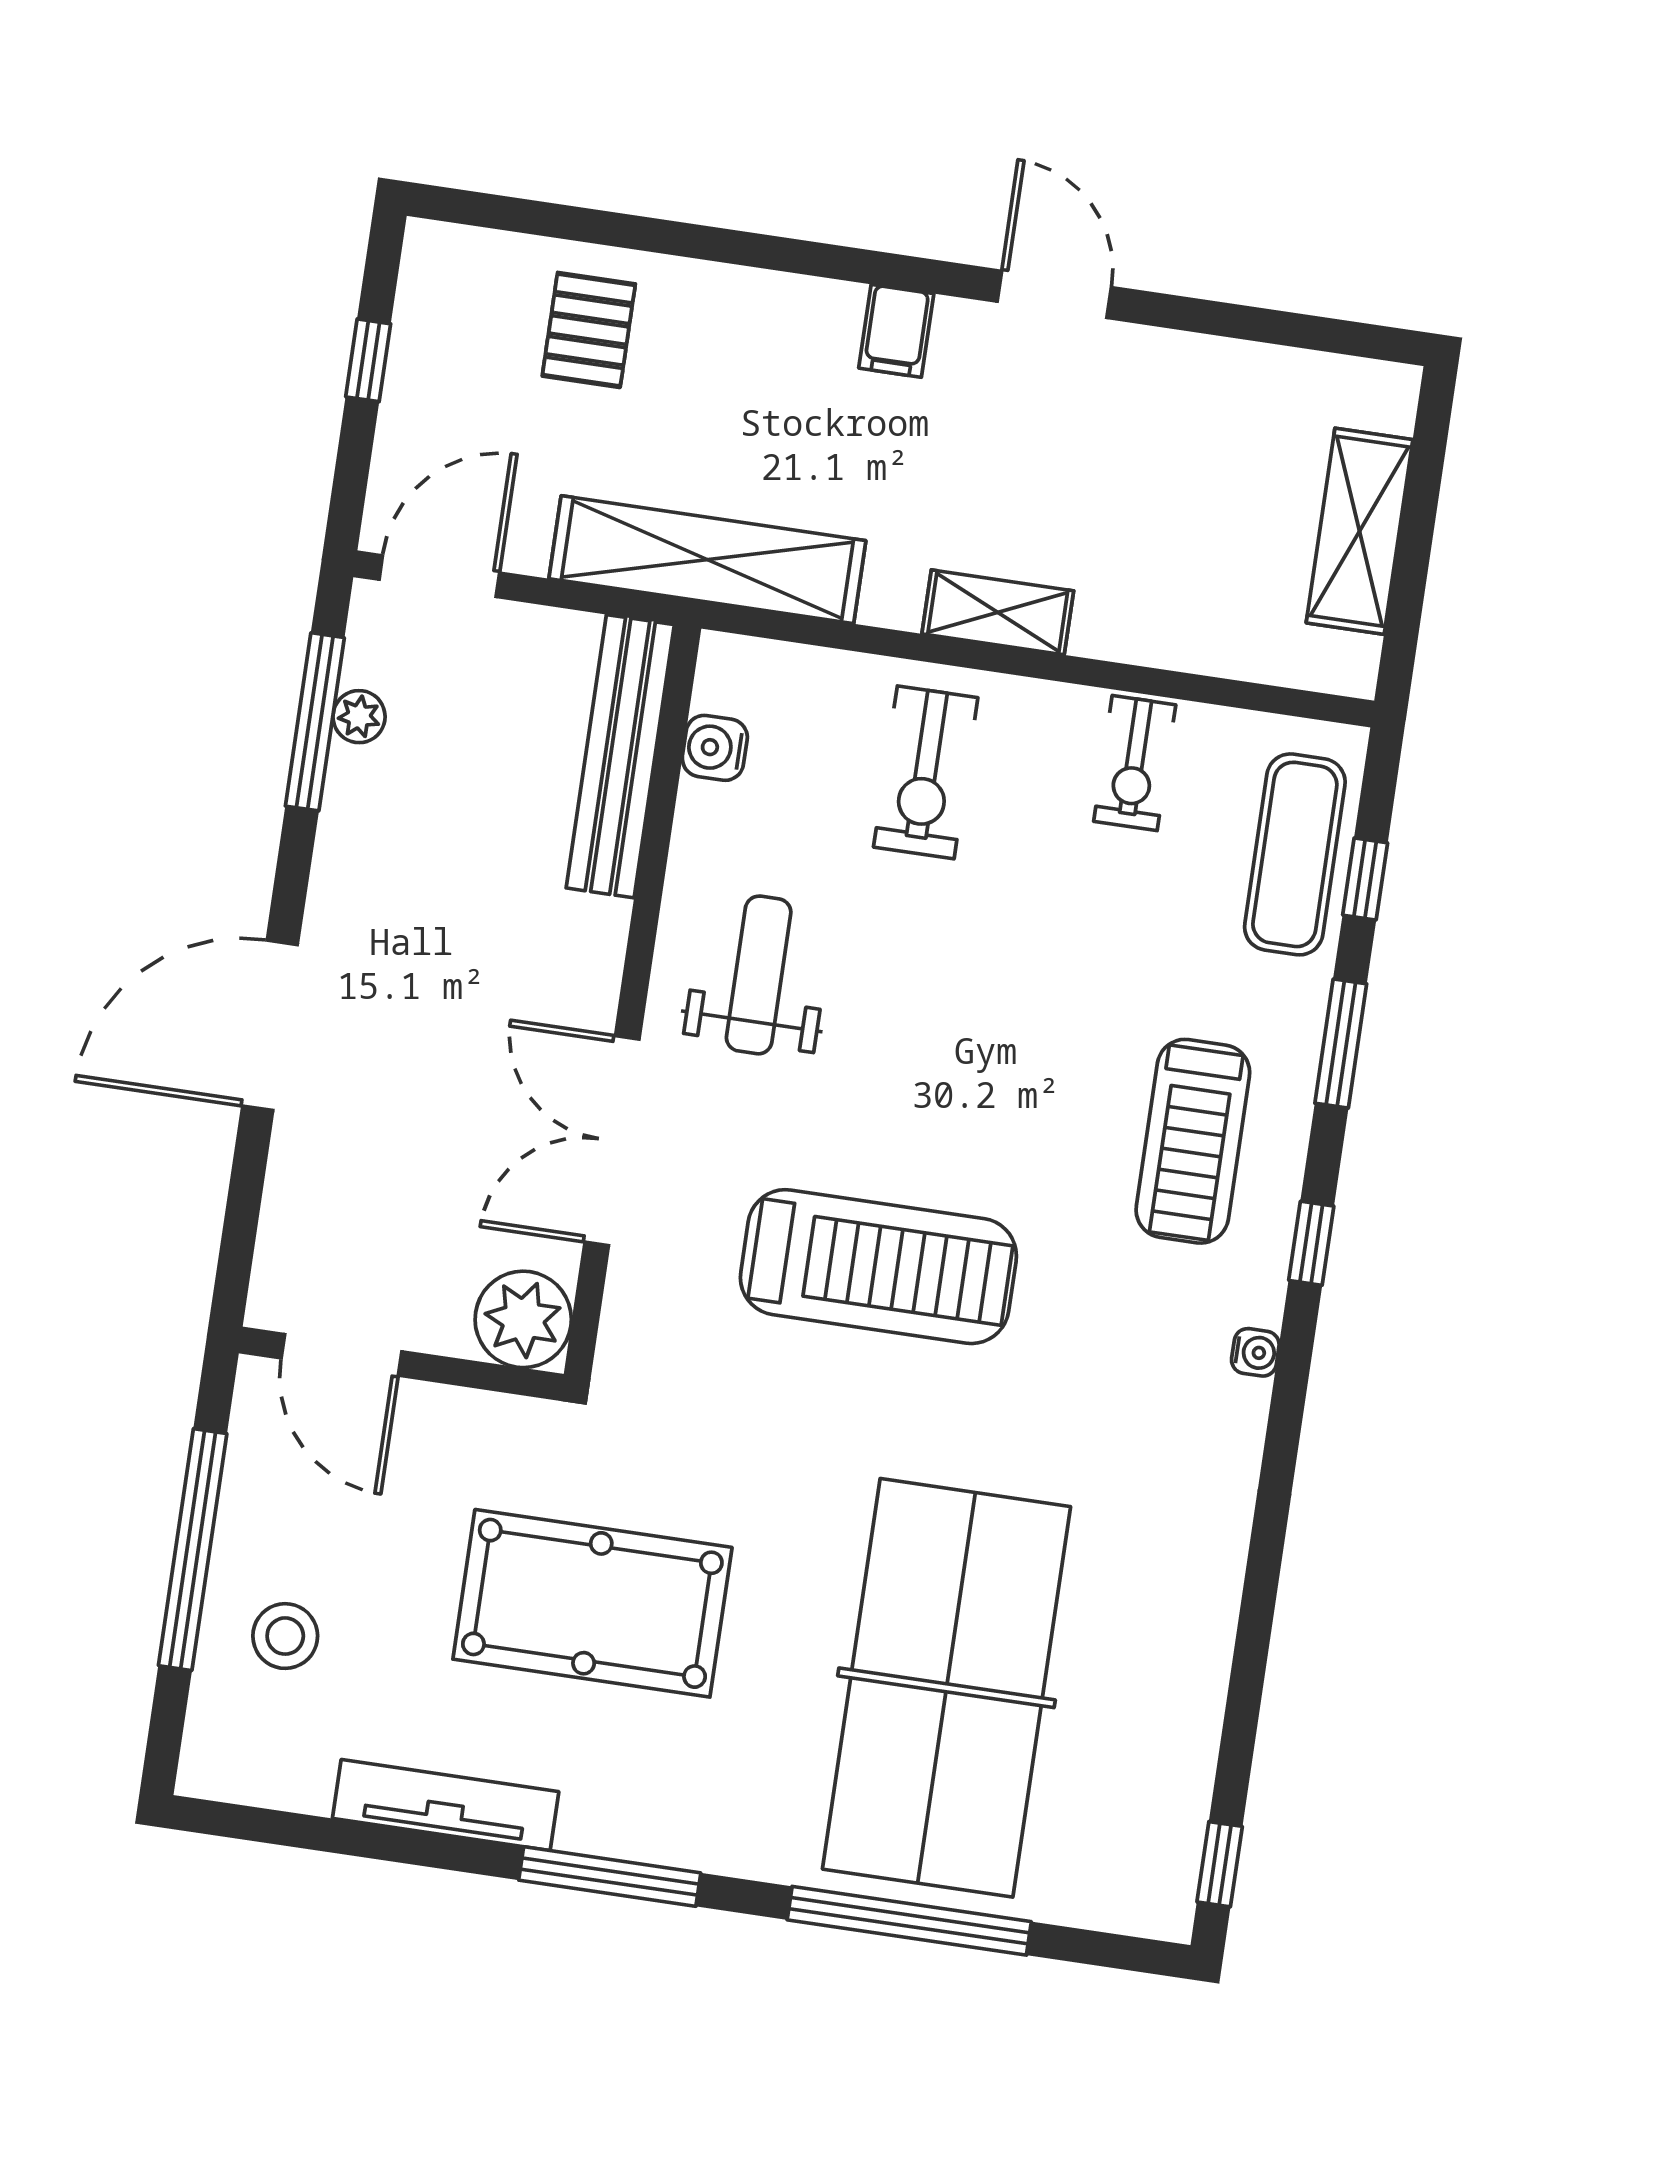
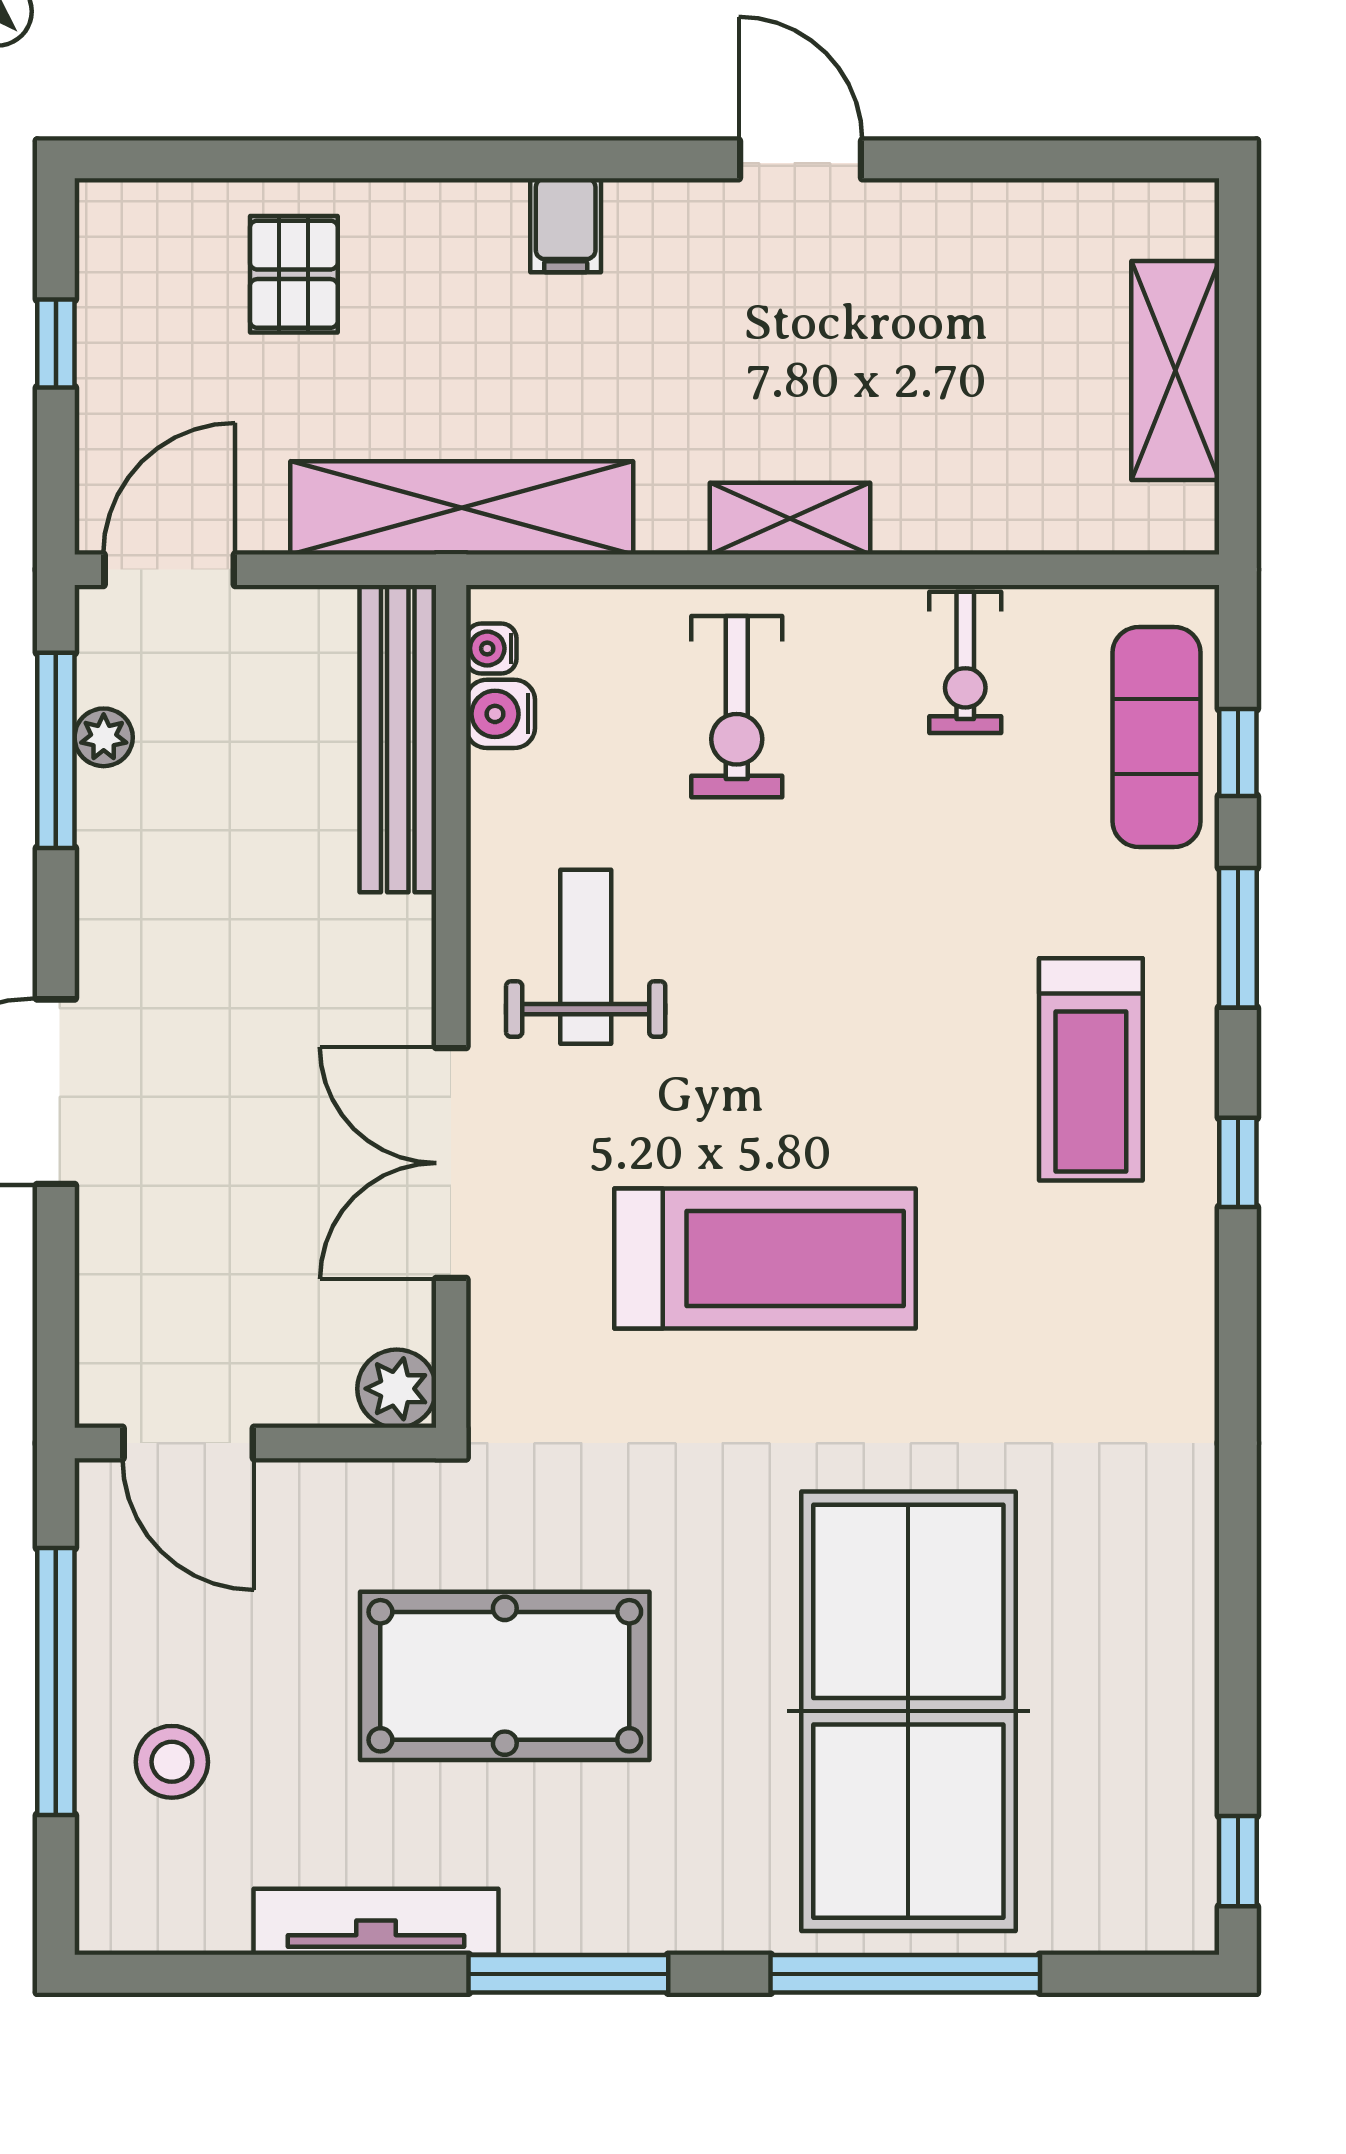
filing cabinet: (896, 331) -> (566, 225), moved
plant: (523, 1319) -> (397, 1389), width x0.73, depth x0.73
water cooler: (1255, 1352) -> (491, 648), moved, turned 180

